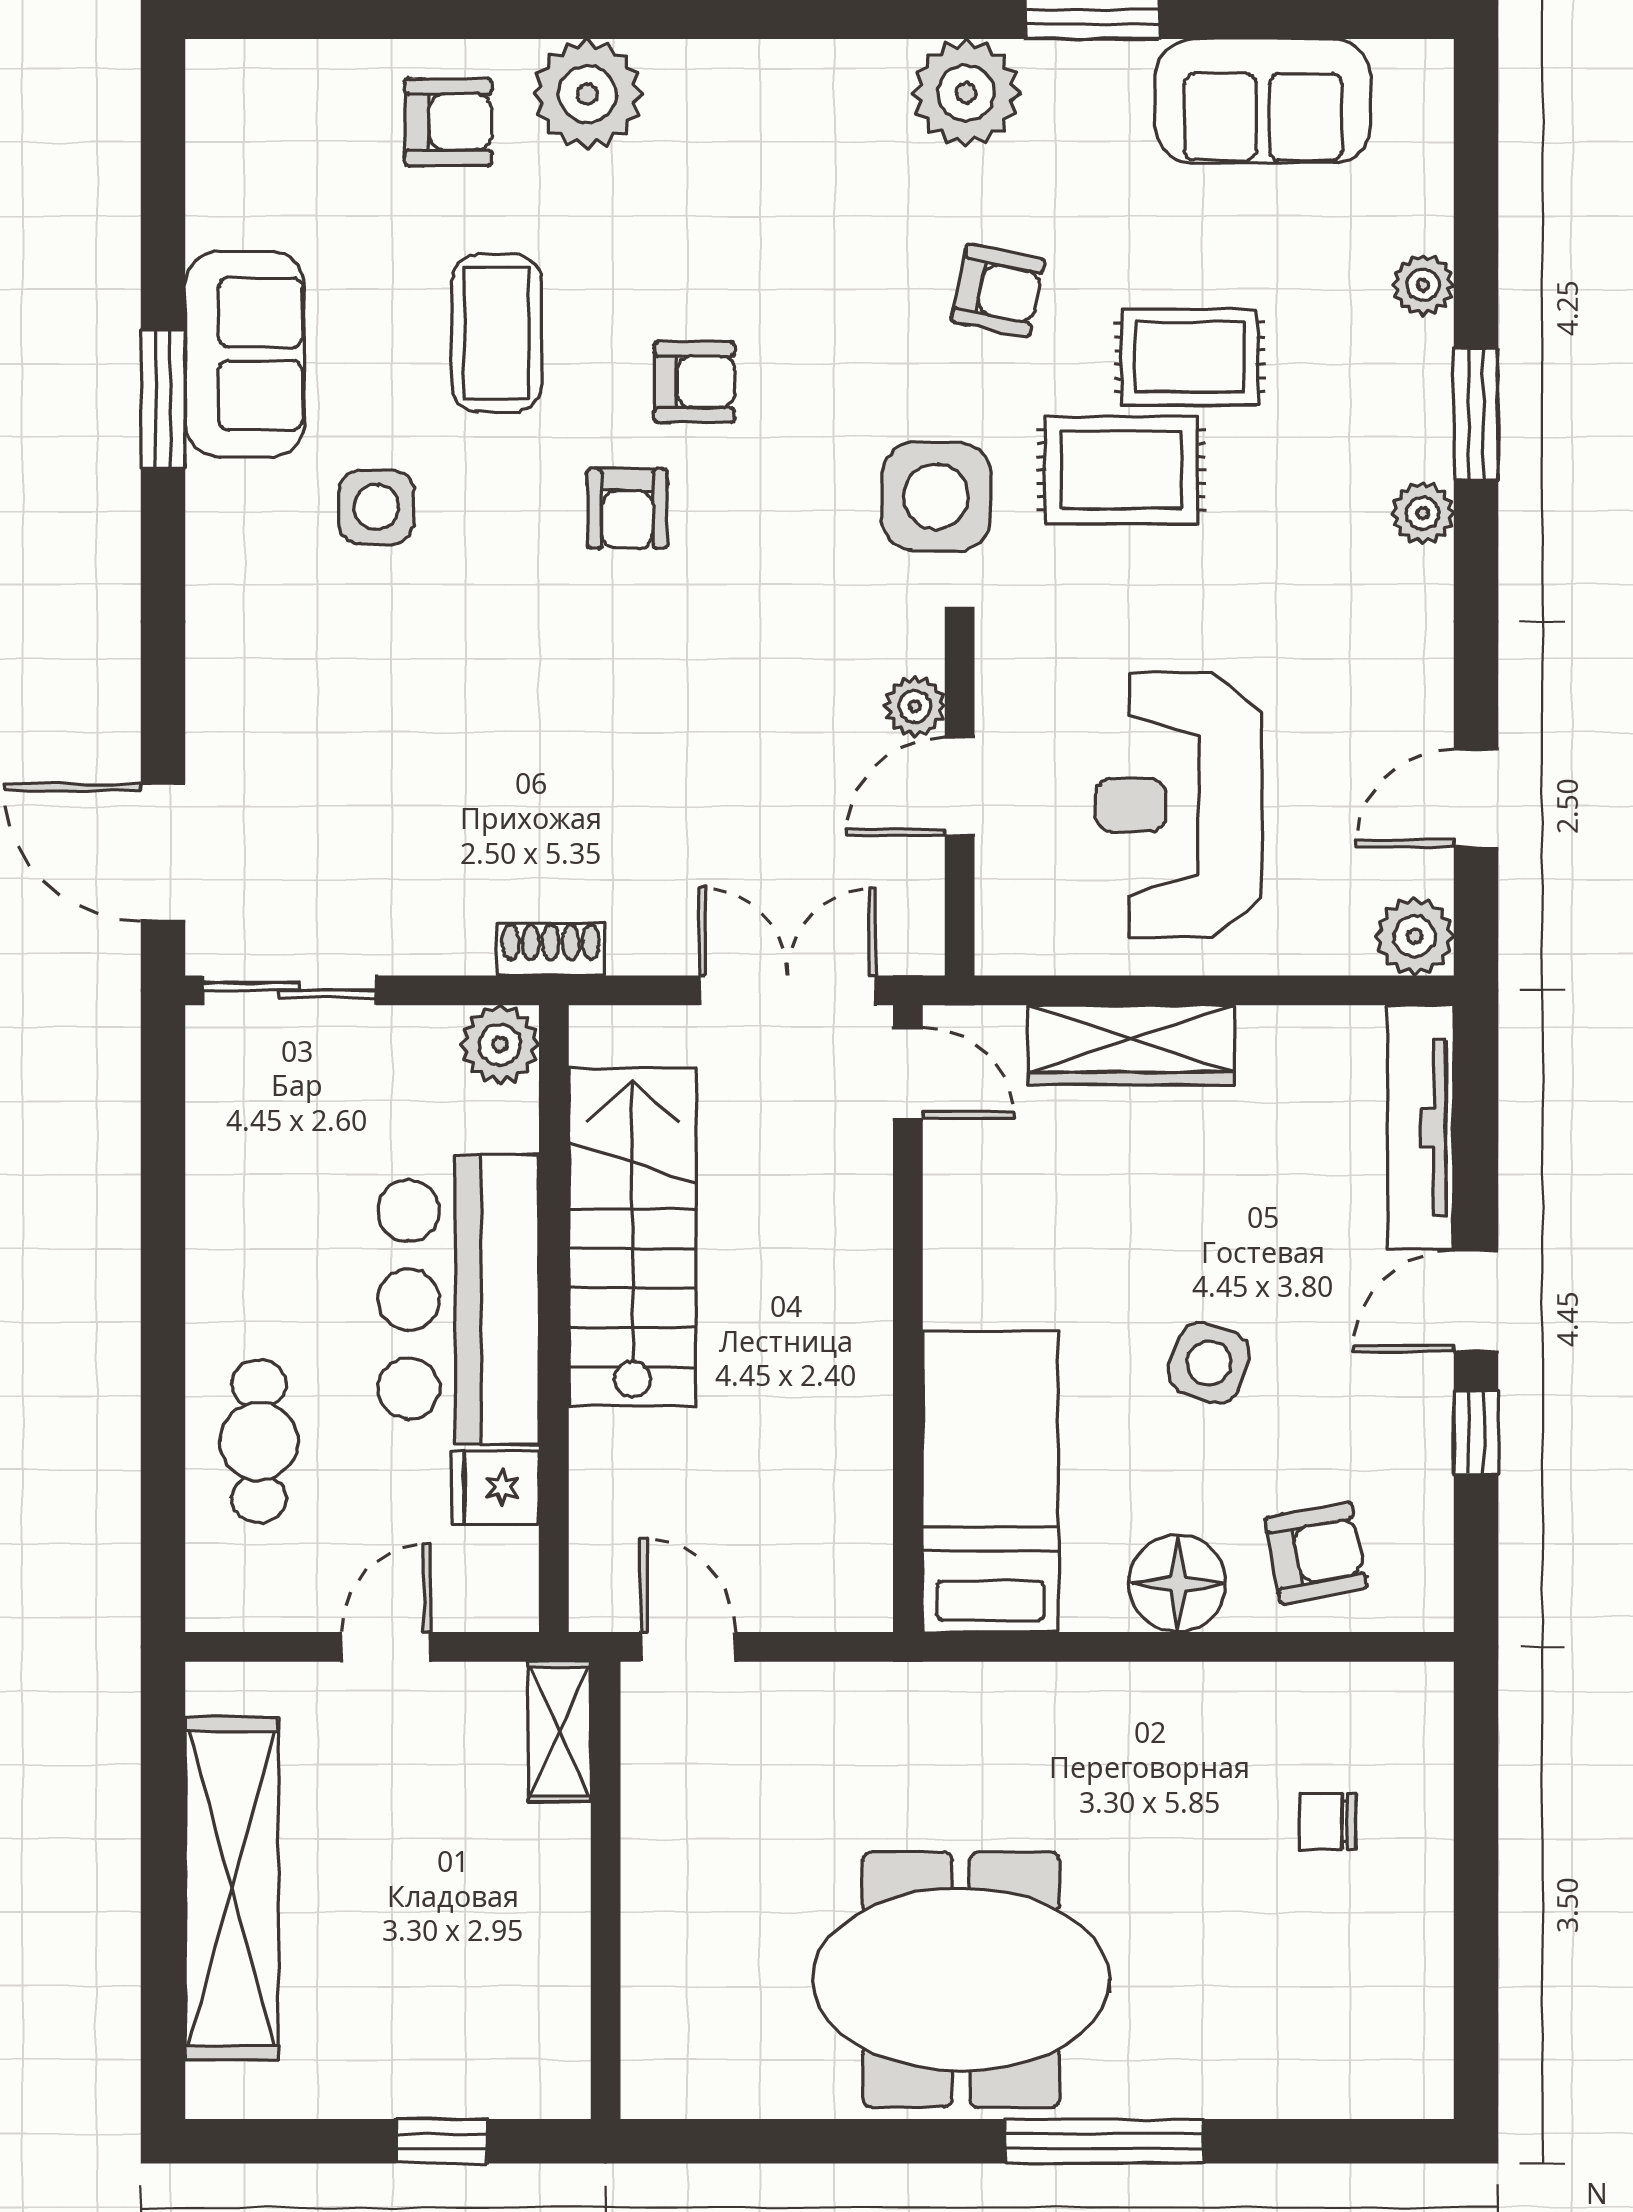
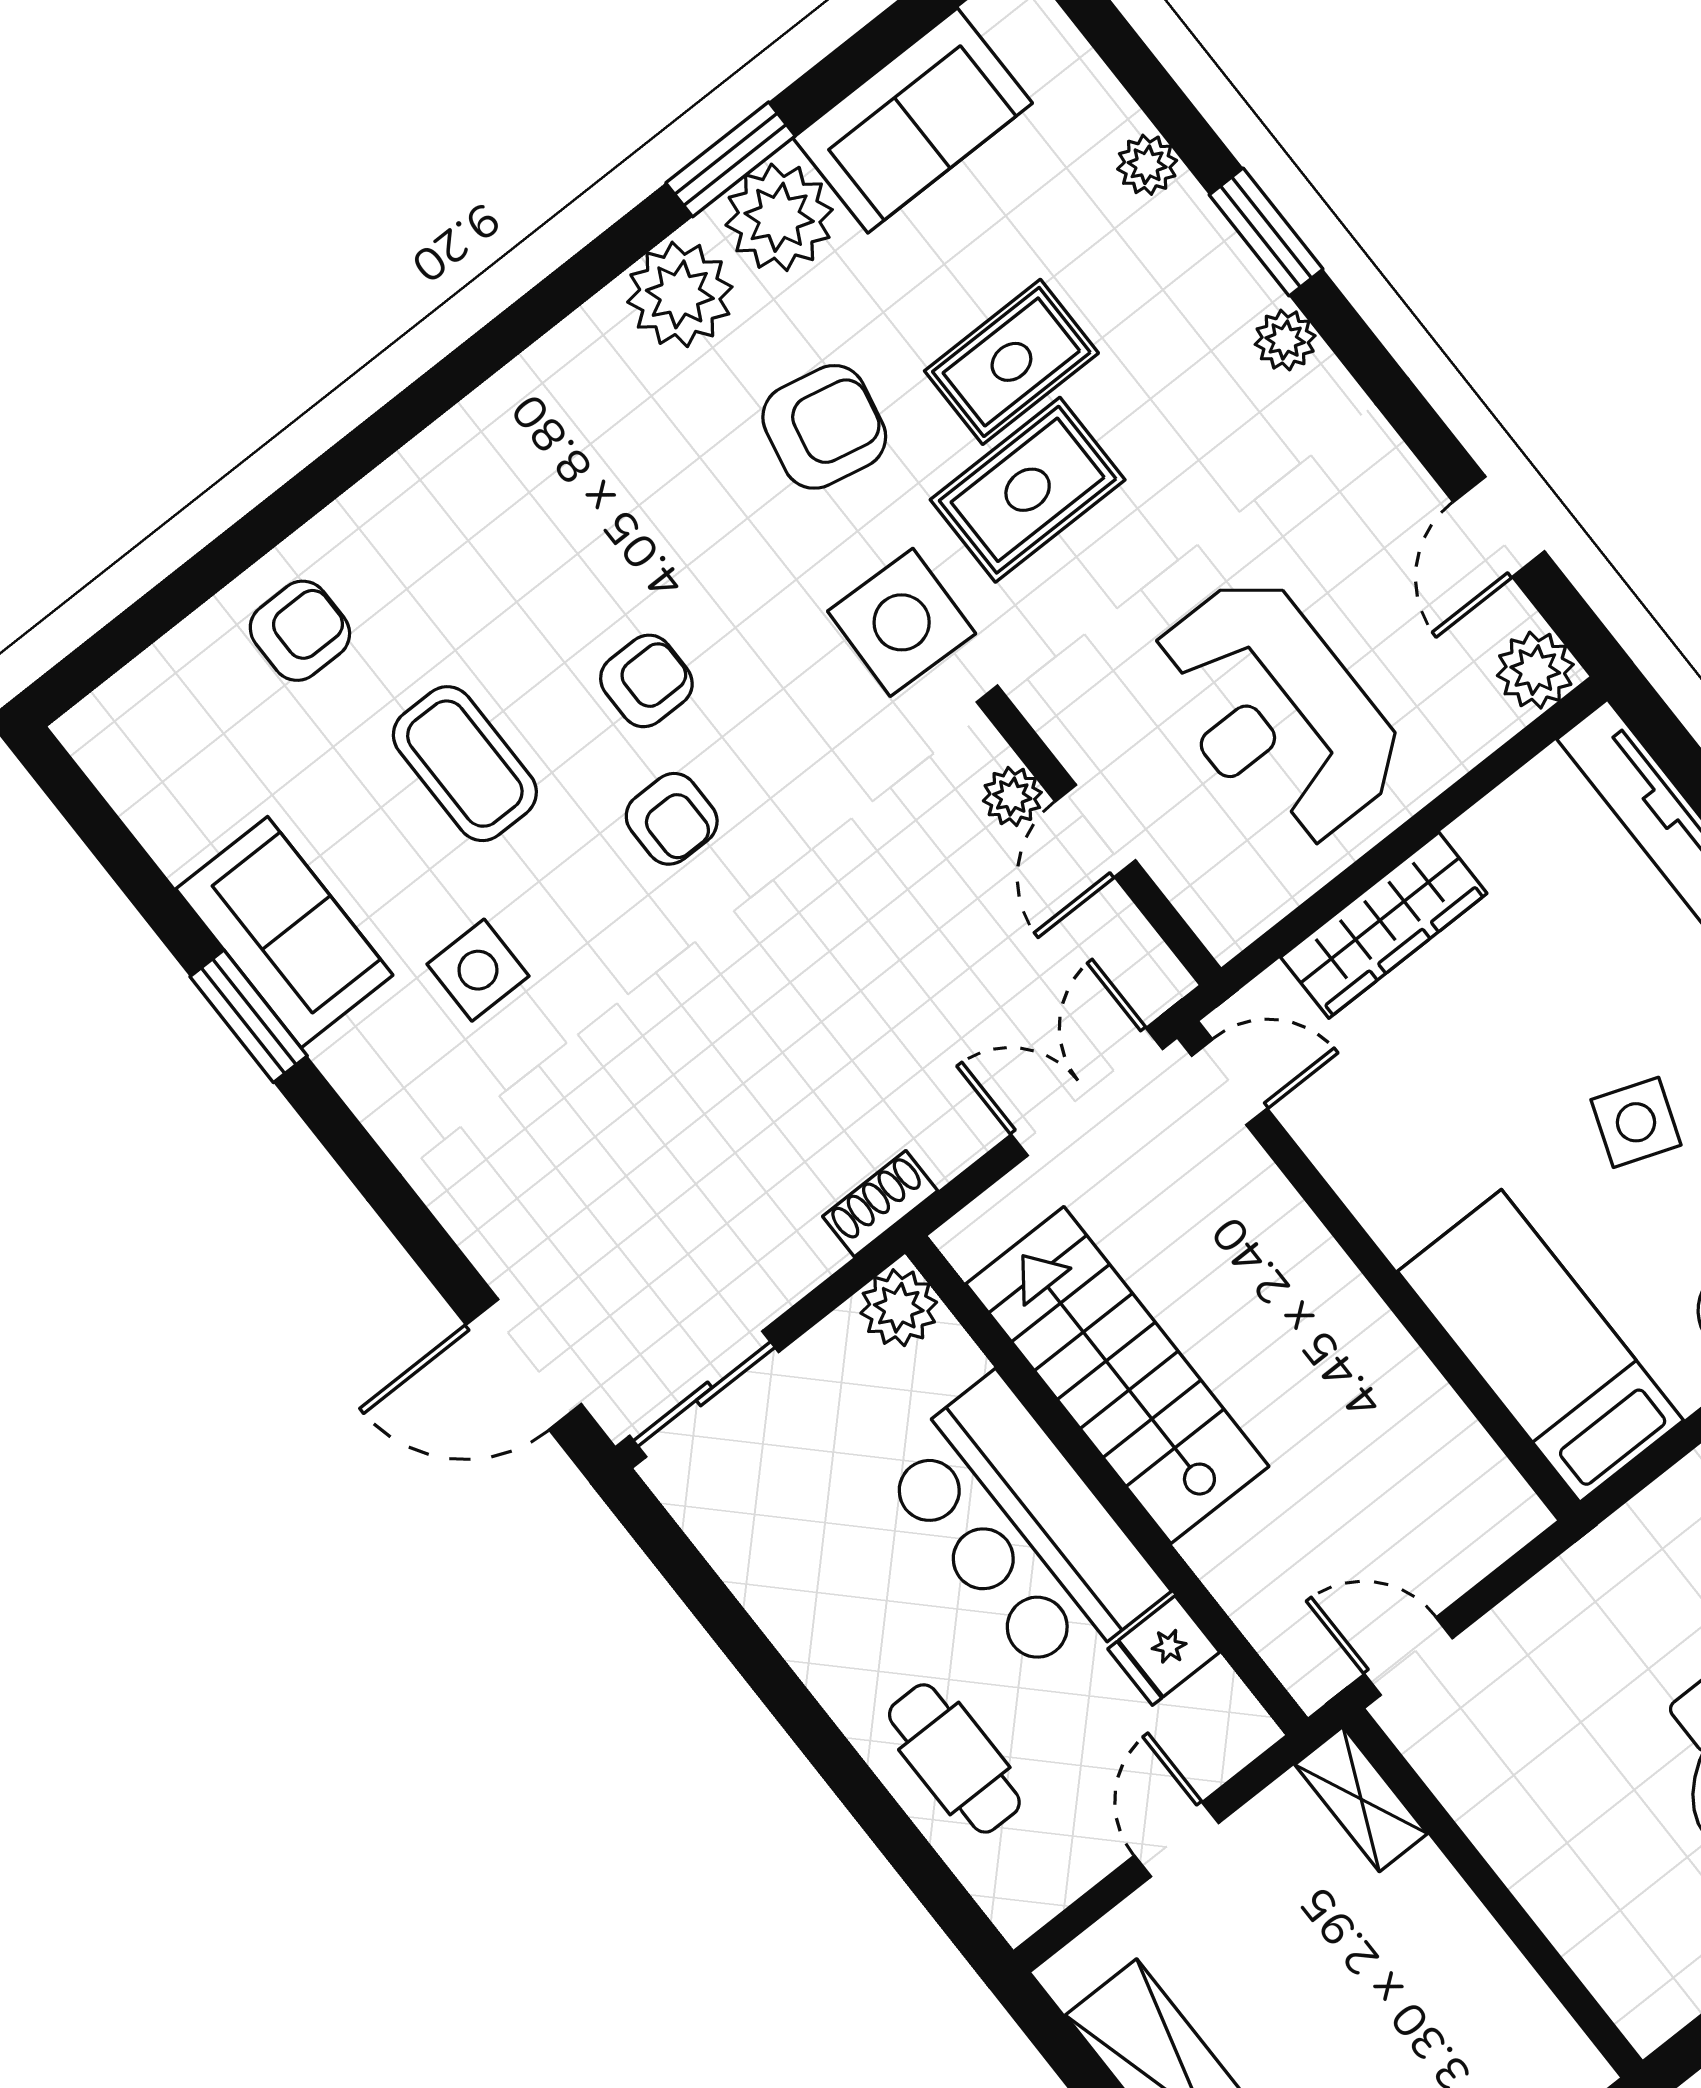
plant: (587, 94) -> (779, 217), moved
armchair: (998, 291) -> (824, 427), width x1.38, depth x1.38

